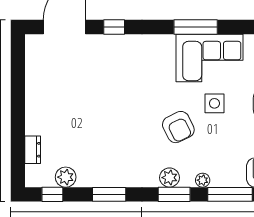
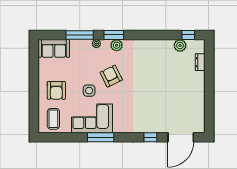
window: (109, 194) -> (154, 35), removed

